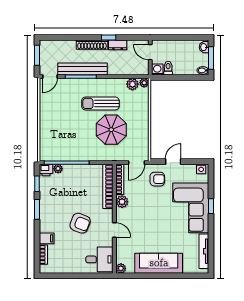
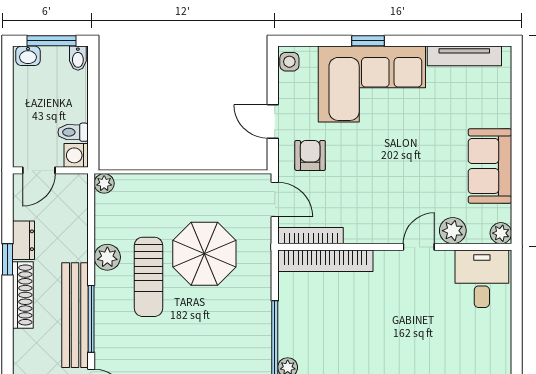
plant: (132, 84) -> (107, 257), moved
plant: (122, 202) -> (453, 231), moved
armchair: (80, 223) -> (404, 320), removed
sofa: (159, 263) -> (490, 166), width x0.73

